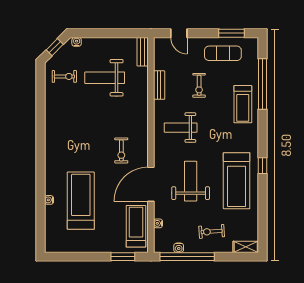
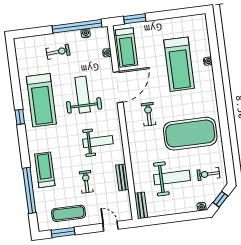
exercise mat: (79, 123) -> (190, 134), added
weight bench: (191, 181) -> (83, 95), turned 180
treadmill: (237, 181) -> (41, 100), turned 180
shelving: (246, 247) -> (25, 42), removed

